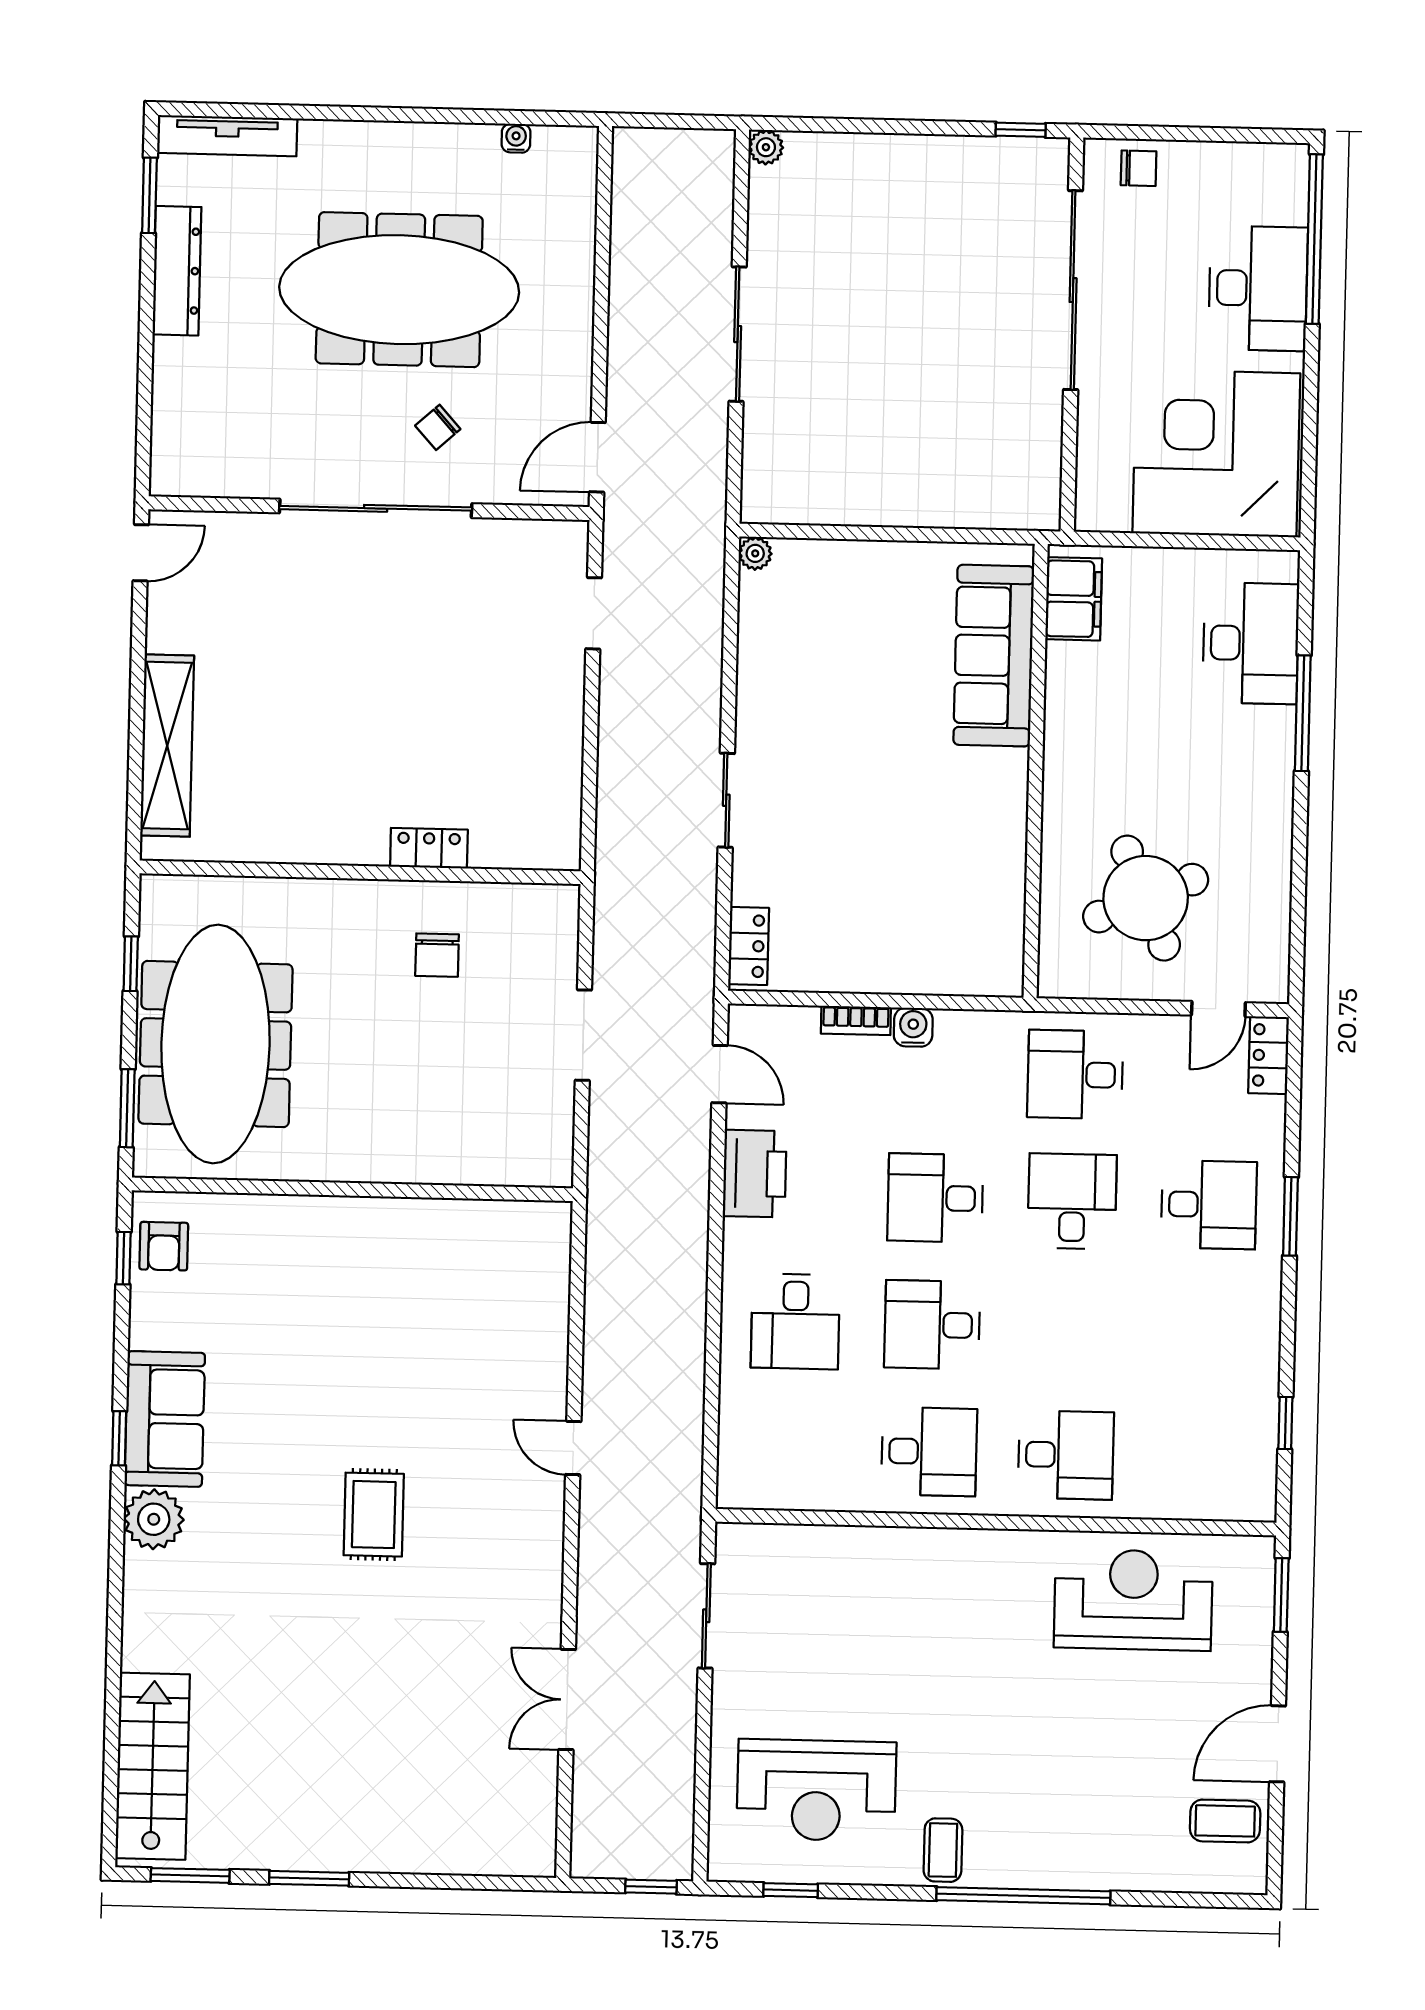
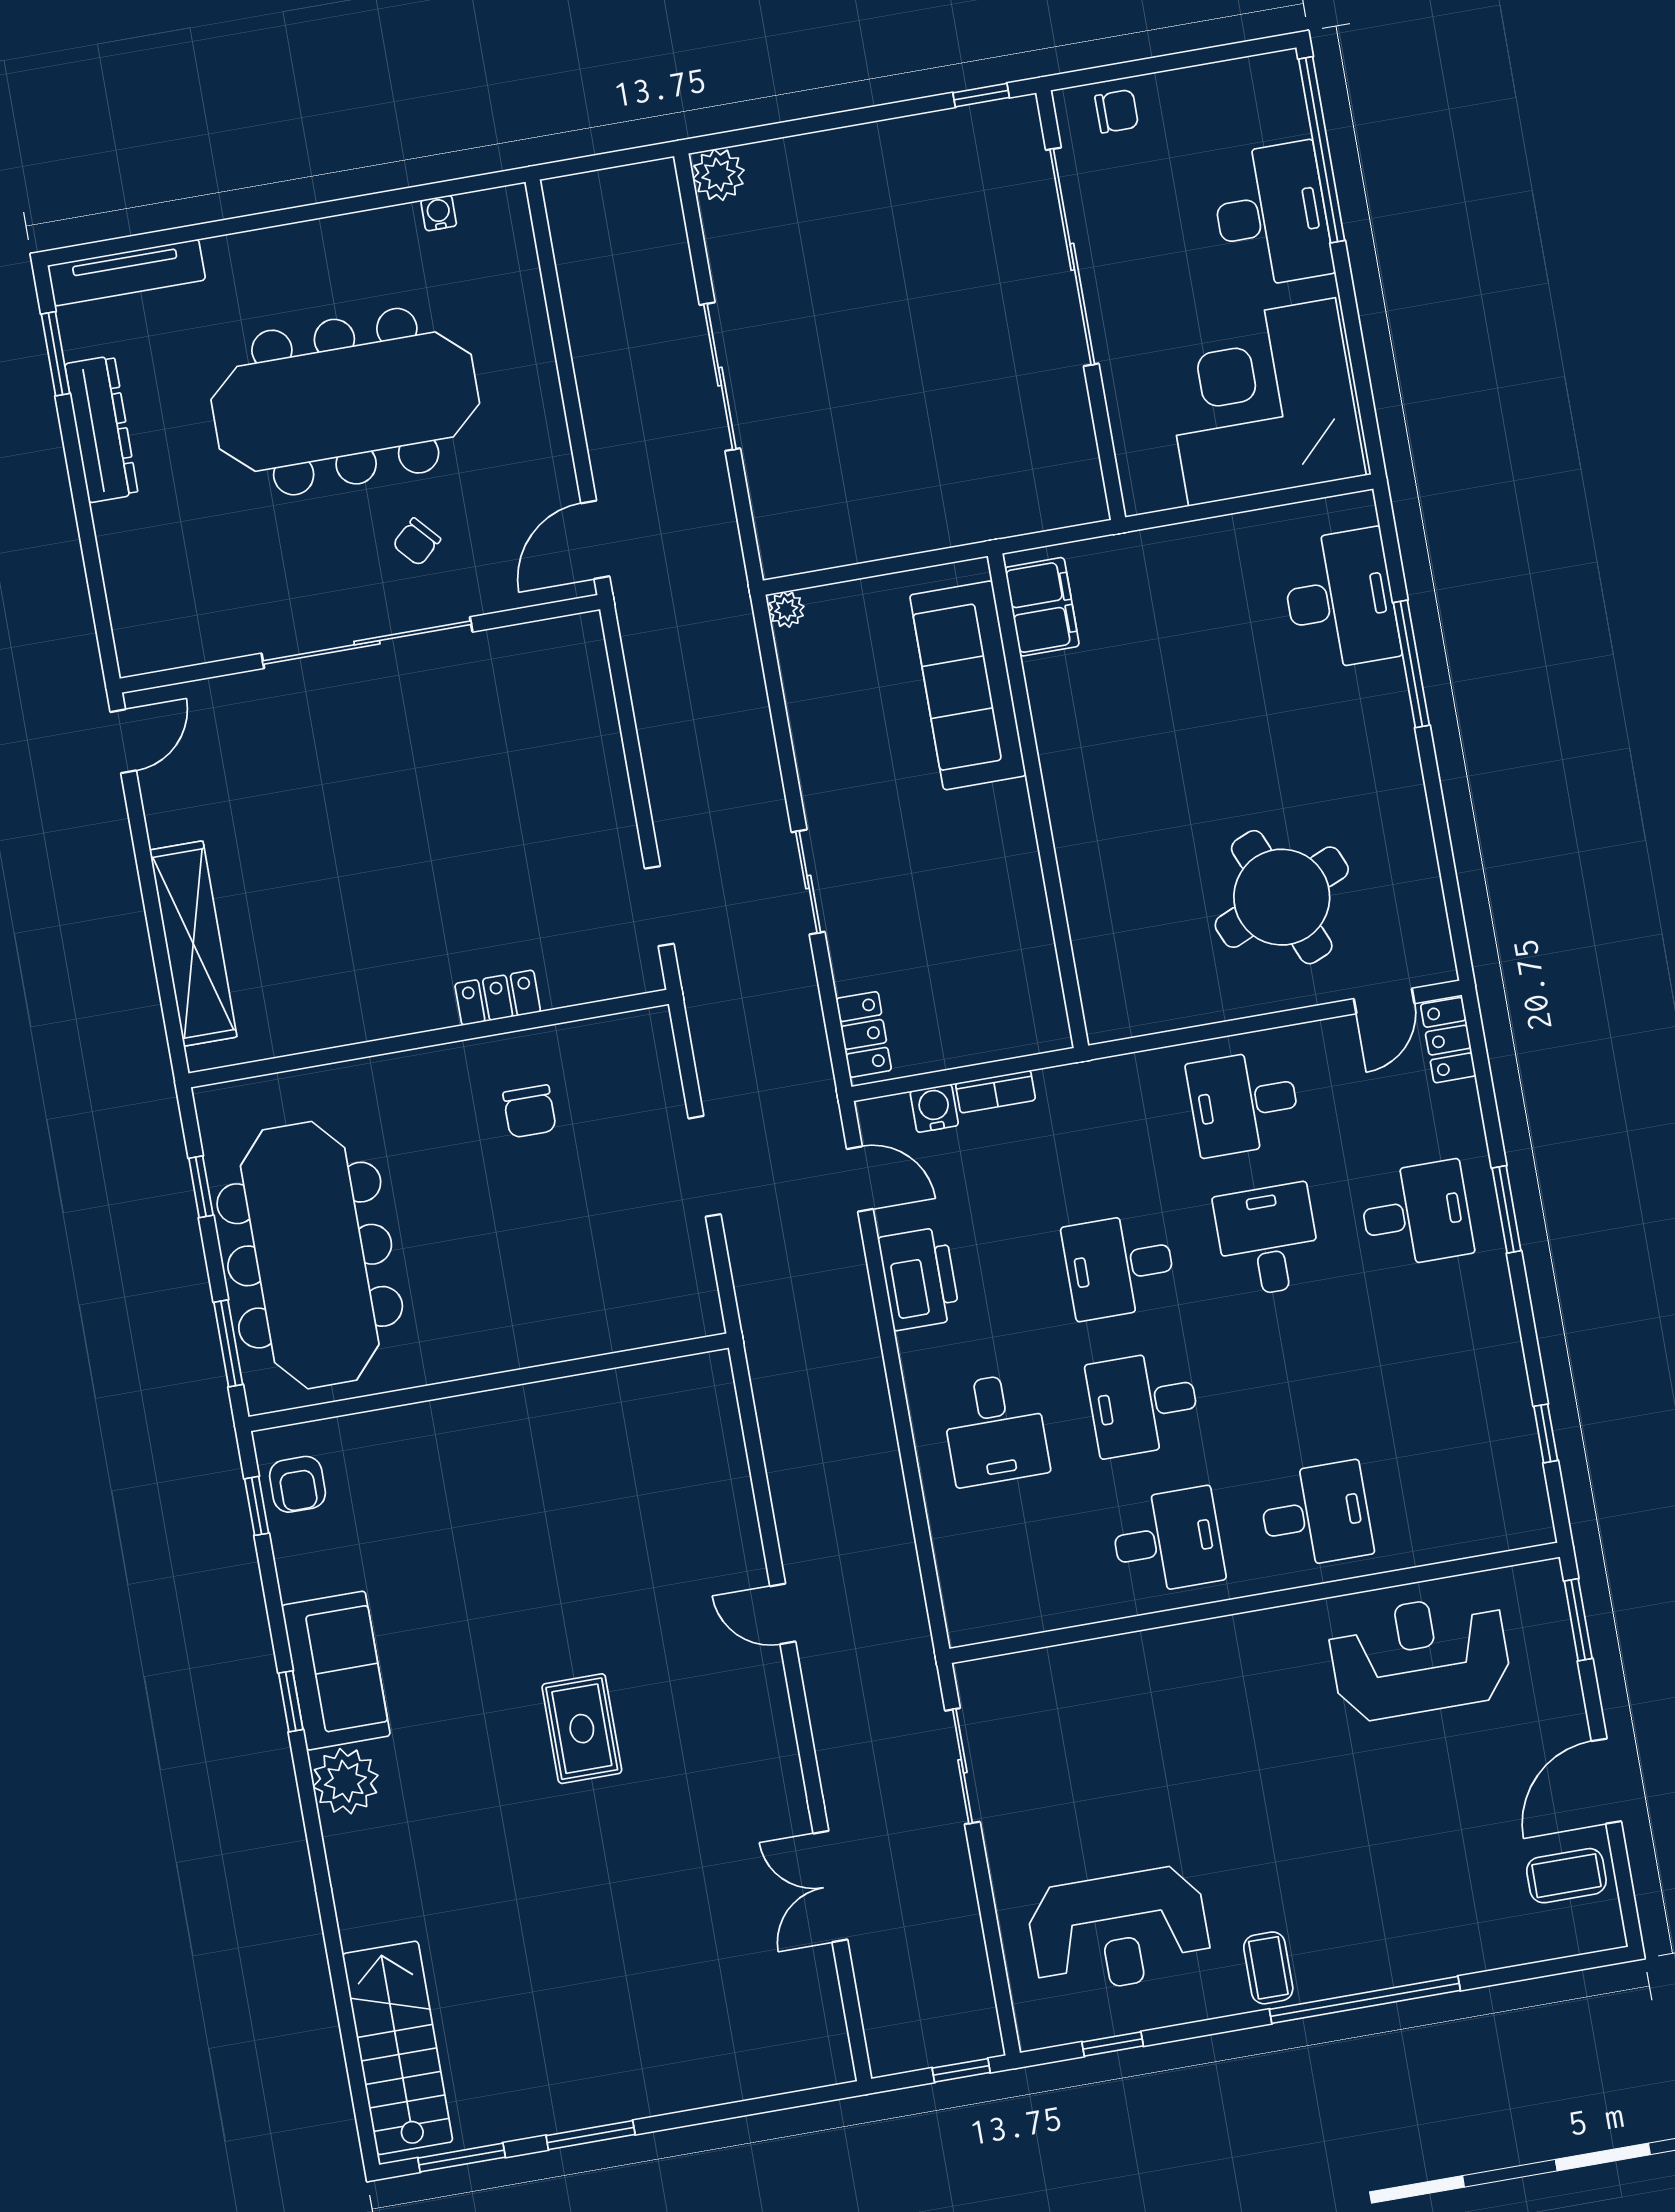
plant: (766, 147) -> (718, 175), width x1.38, depth x1.38
filing cabinet: (1074, 599) -> (1042, 607), moved
doorway: (594, 613) -> (659, 906), moved
sofa: (994, 656) -> (968, 685), moved
wall: (1036, 771) -> (1038, 801), moved
water cooler: (913, 1027) -> (934, 1108), moved

